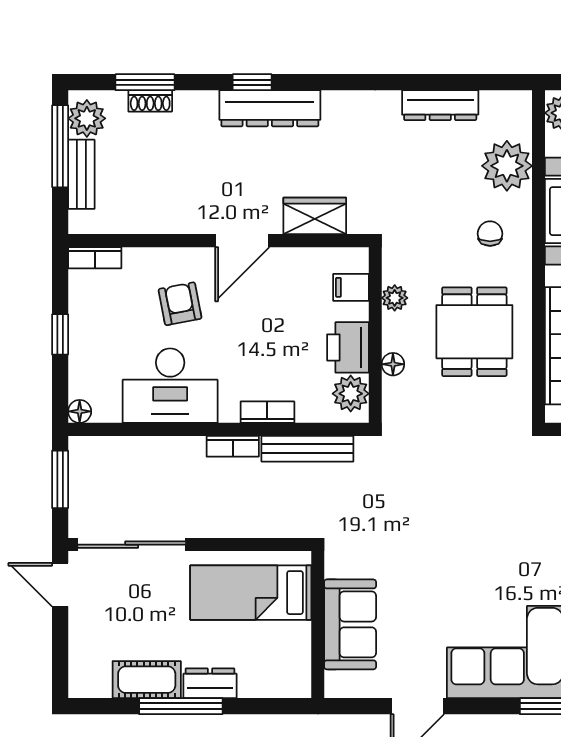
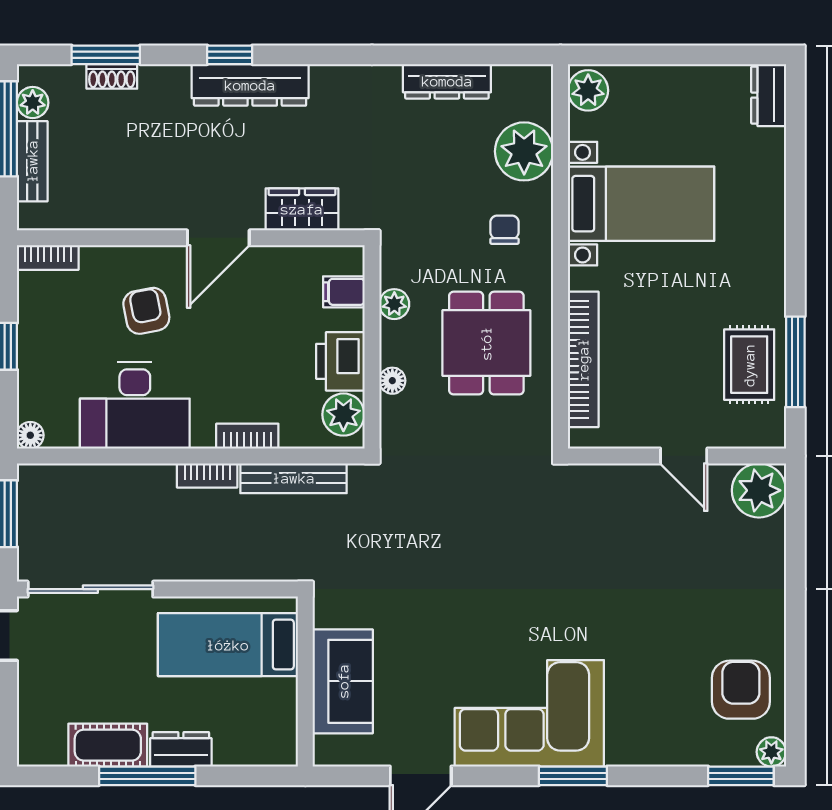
plant: (87, 118) -> (33, 103), width x0.73, depth x0.73

